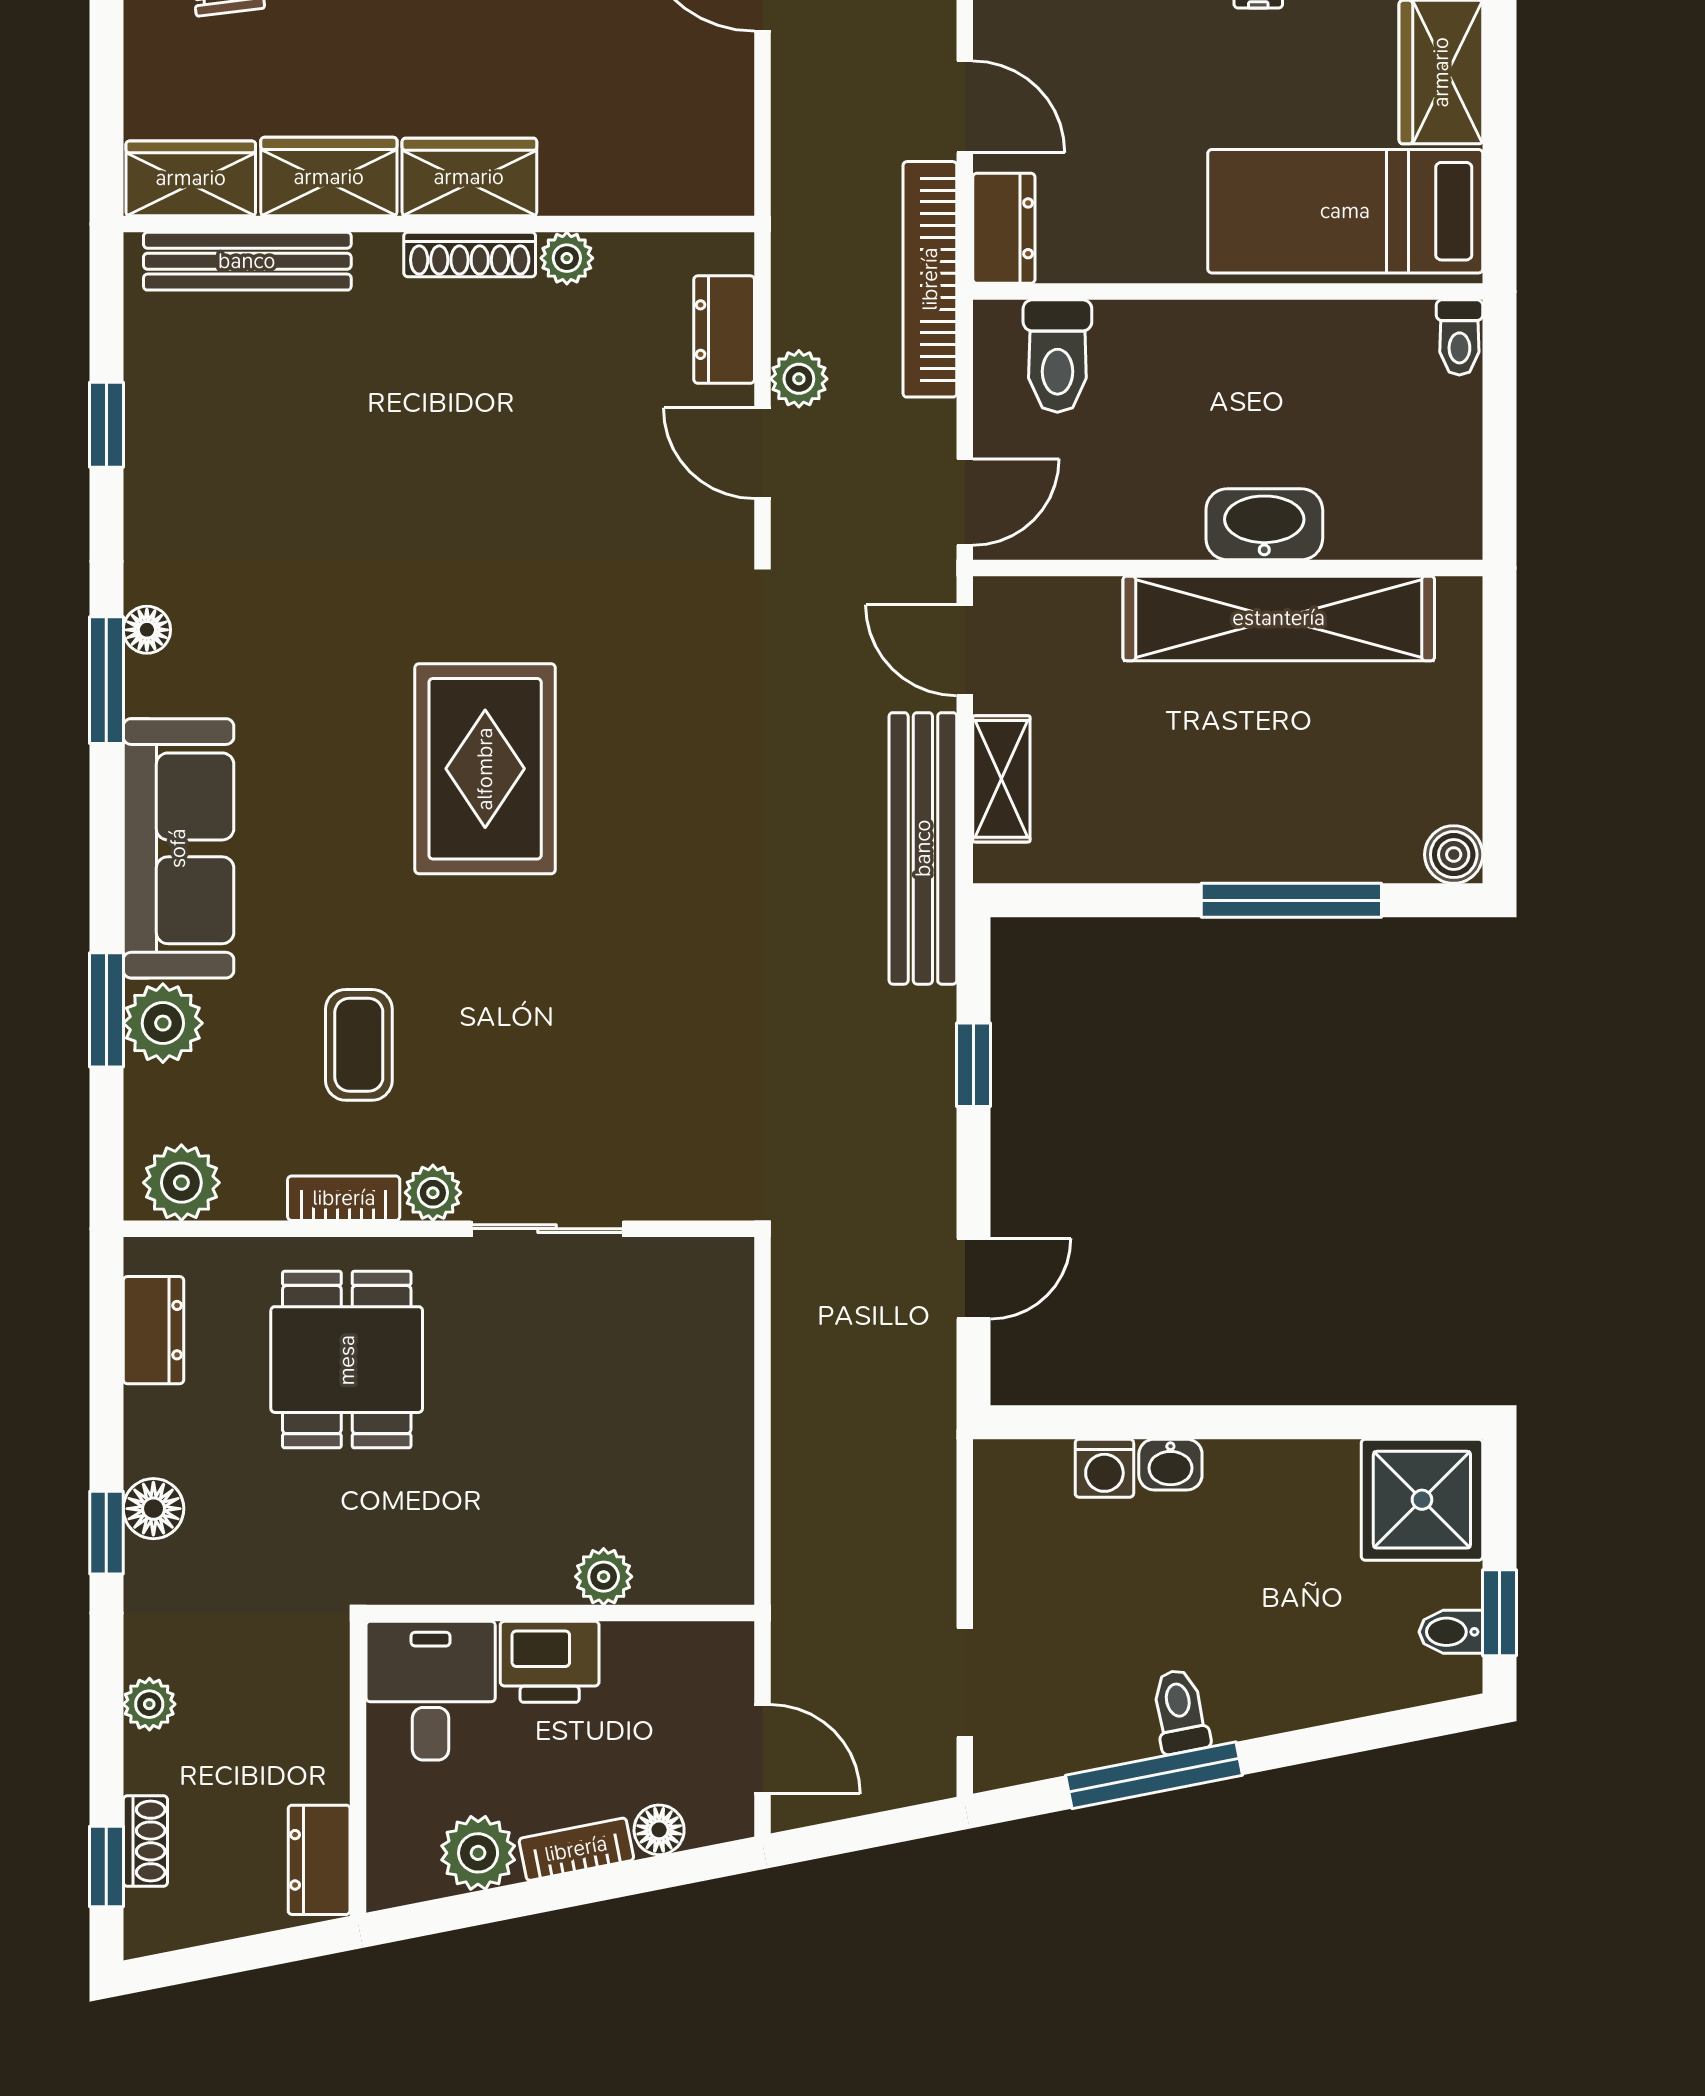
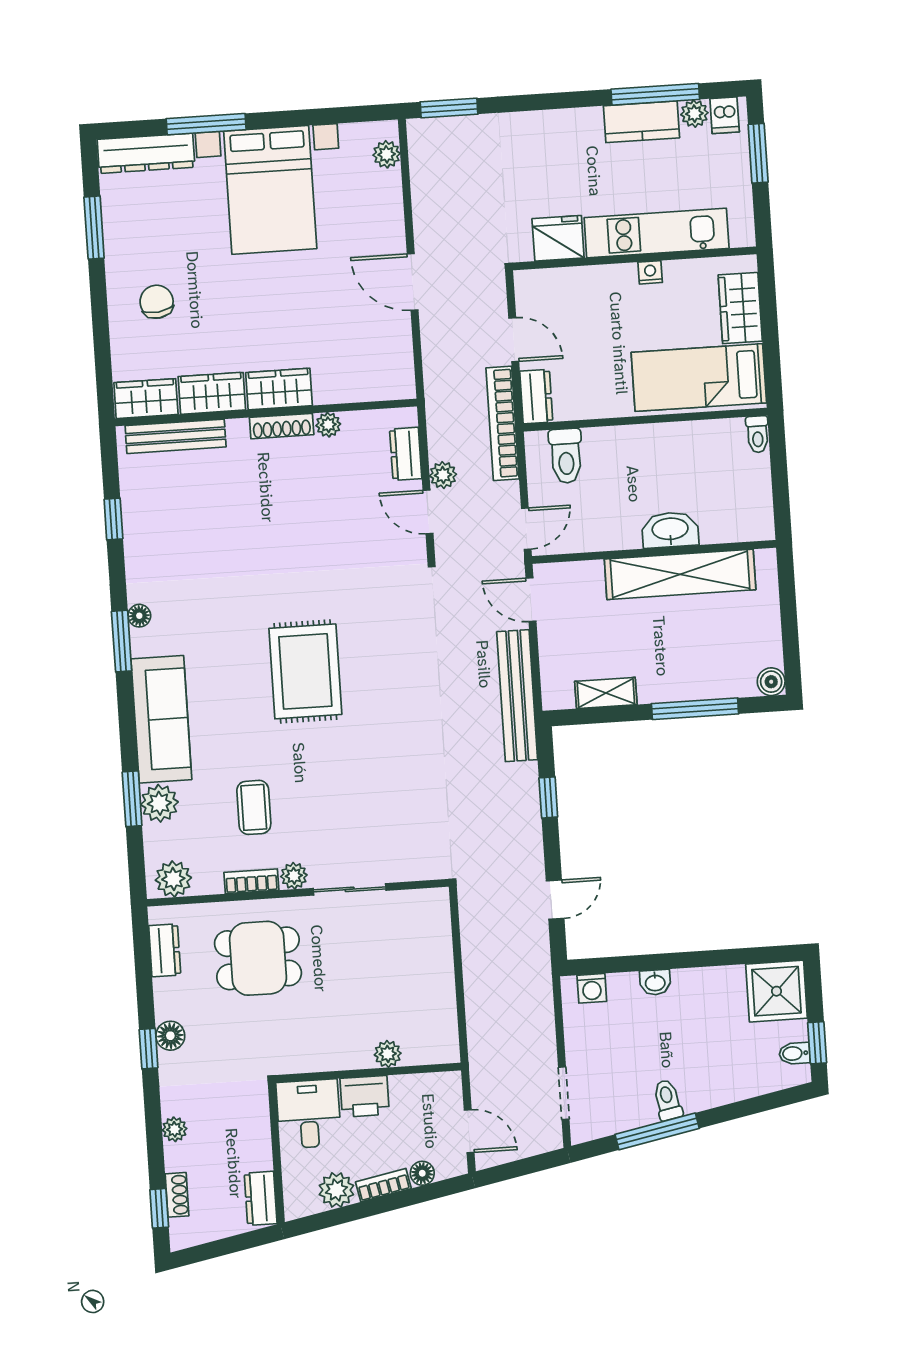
shelving: (1001, 779) -> (606, 693), moved, turned 90
dining table: (347, 1360) -> (258, 958), turned 90
washing machine: (1104, 1468) -> (592, 988), moved

